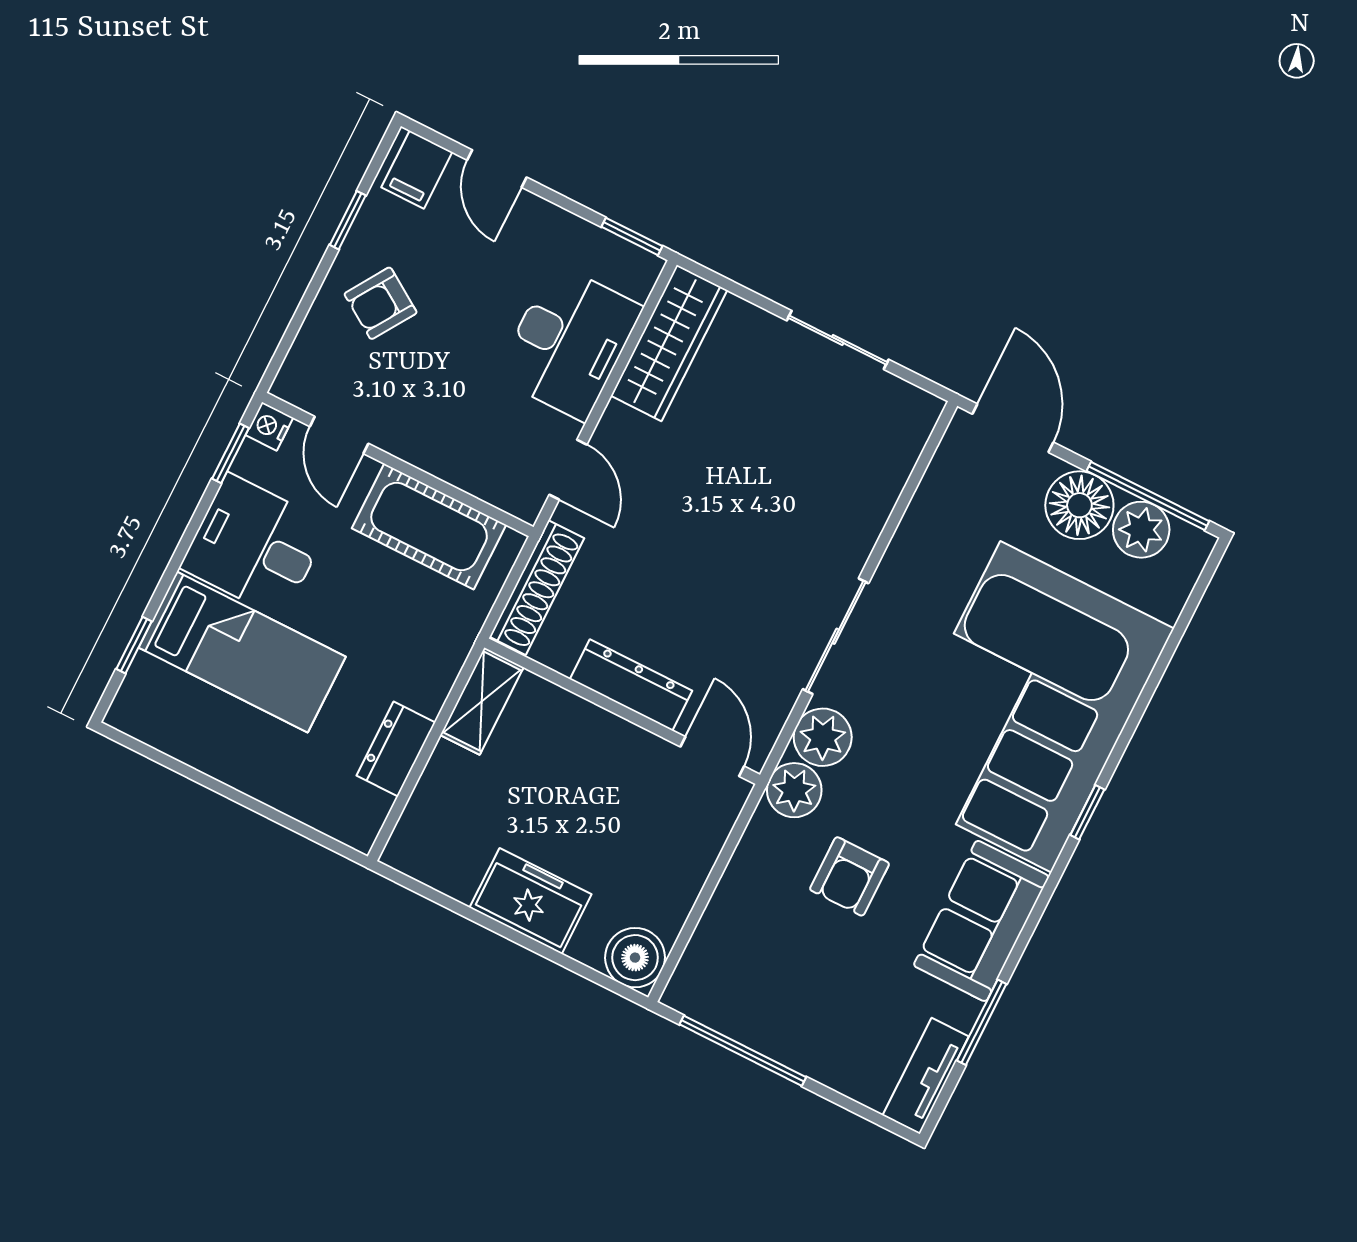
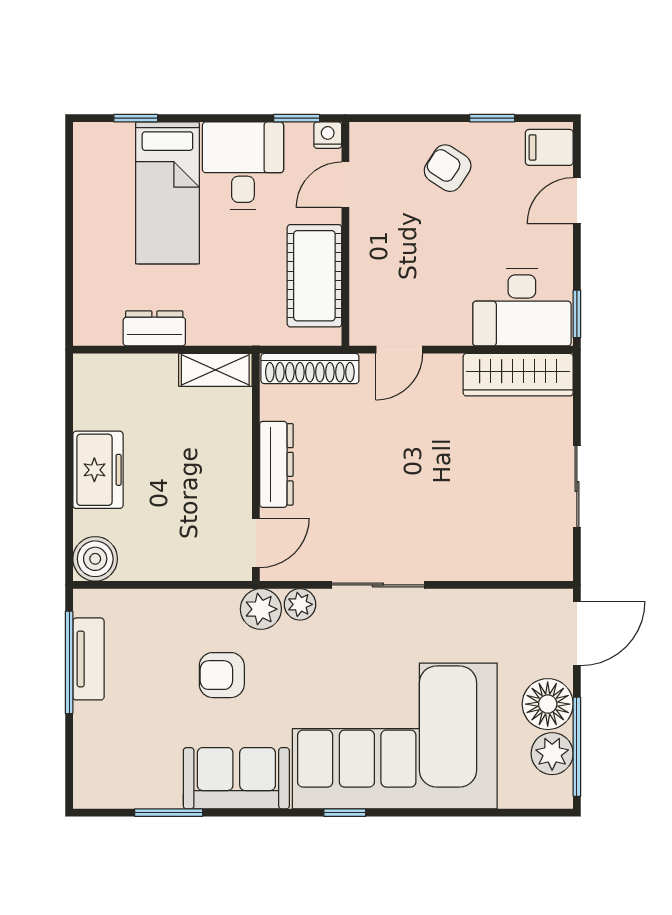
desk: (569, 342) -> (522, 307), moved
plant: (823, 737) -> (300, 604), width x0.73, depth x0.73
tv unit: (926, 1076) -> (88, 659), moved, turned 90

